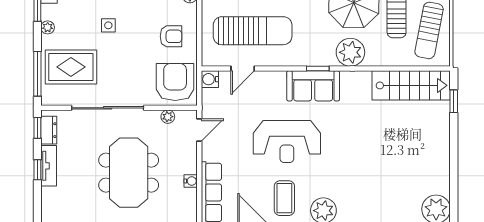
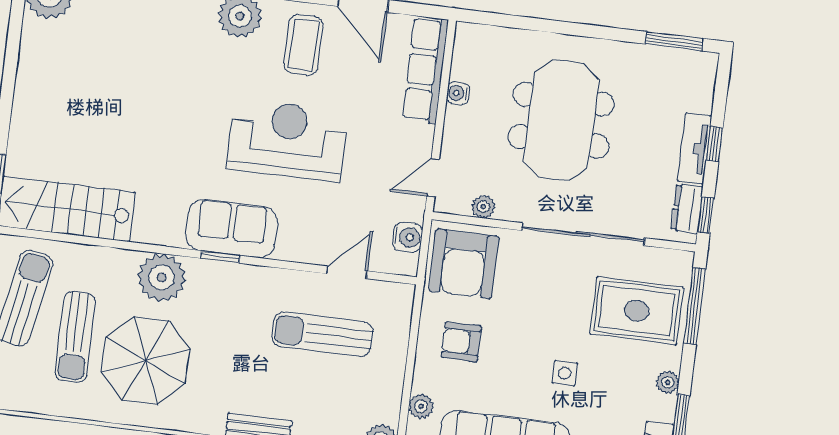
sun lounger: (253, 31) -> (322, 334), width x0.73, depth x0.75
water cooler: (210, 79) -> (408, 237), moved

